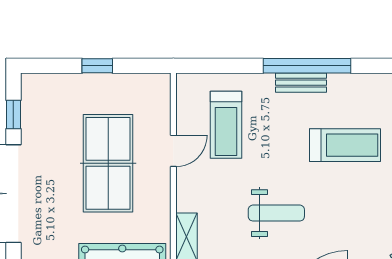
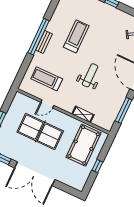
treadmill: (226, 125) -> (47, 79), turned 180
door: (173, 151) -> (47, 104), swing flipped

